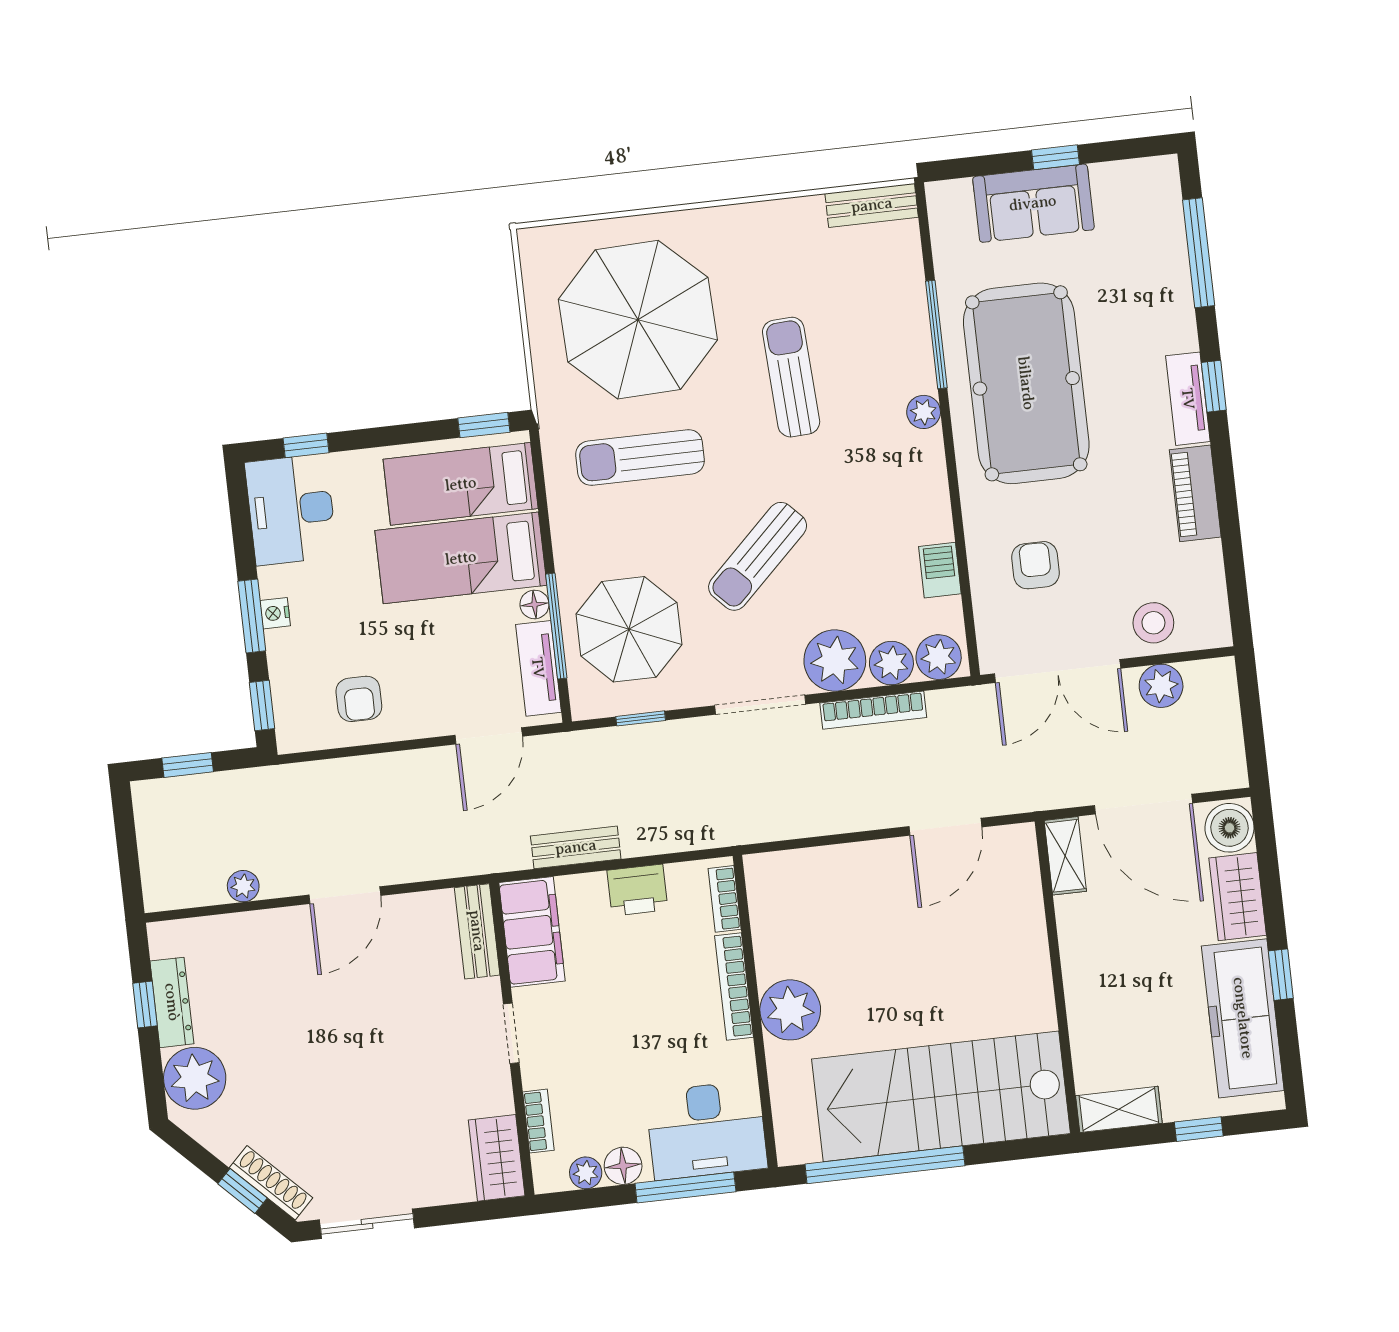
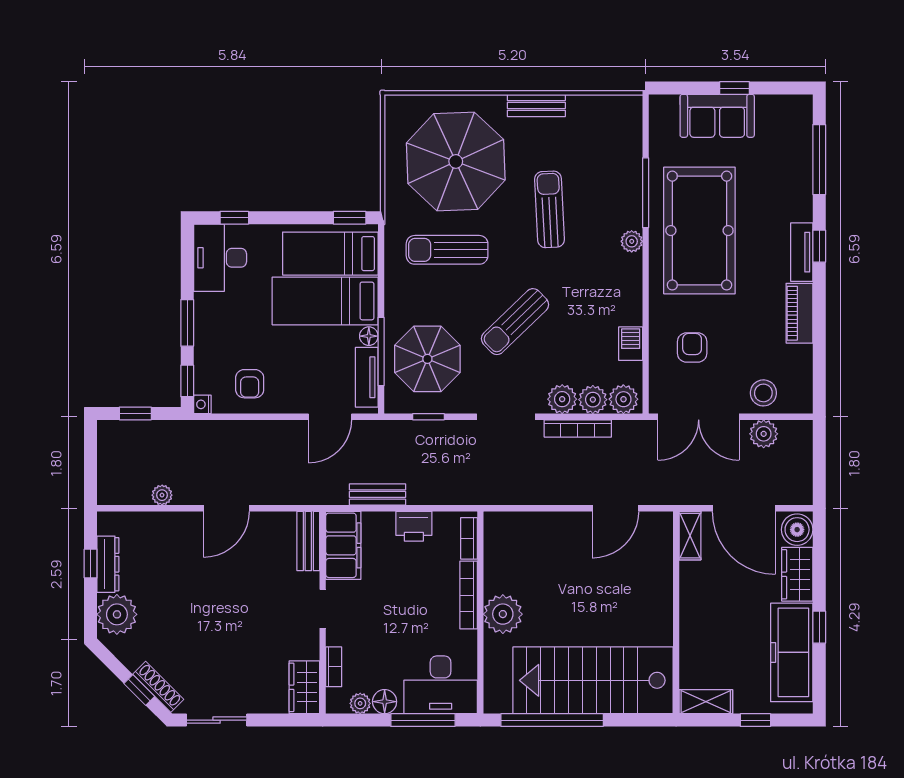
bench: (872, 205) -> (536, 105), moved
nightstand: (275, 613) -> (202, 404), moved
plant: (835, 661) -> (562, 399), width x0.73, depth x0.73

